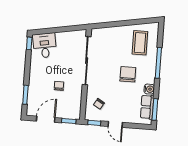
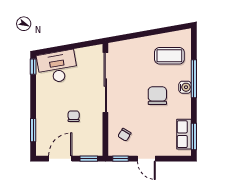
coffee table: (140, 43) -> (169, 56), turned 90
desk: (45, 45) -> (57, 67), width x1.37
water cooler: (149, 89) -> (185, 87), moved

